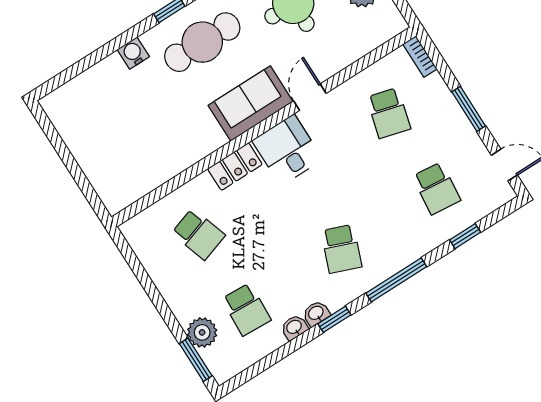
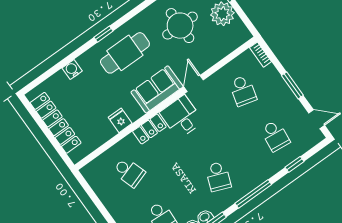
water cooler: (133, 53) -> (72, 69), moved
locker: (85, 148) -> (56, 123), added
fridge: (189, 150) -> (120, 120), added

